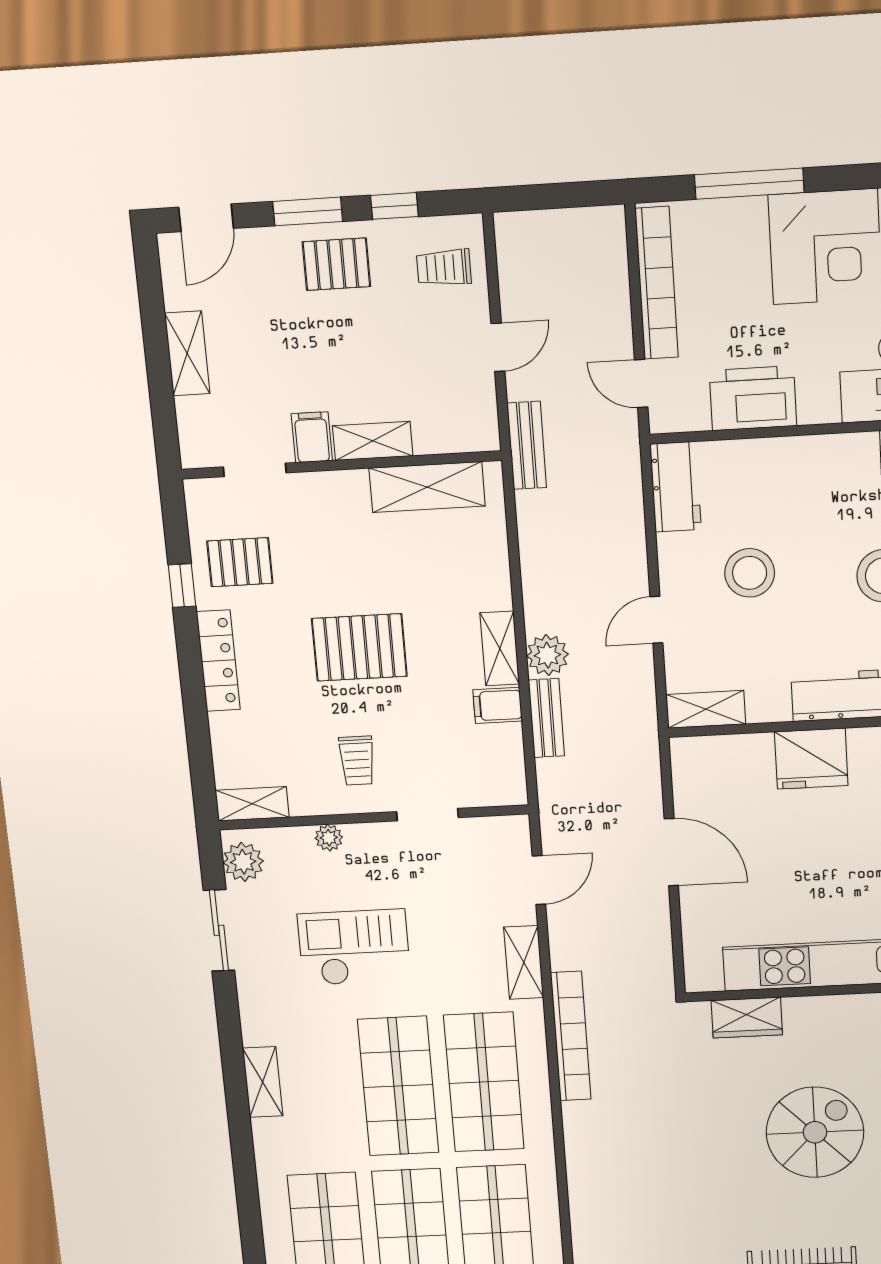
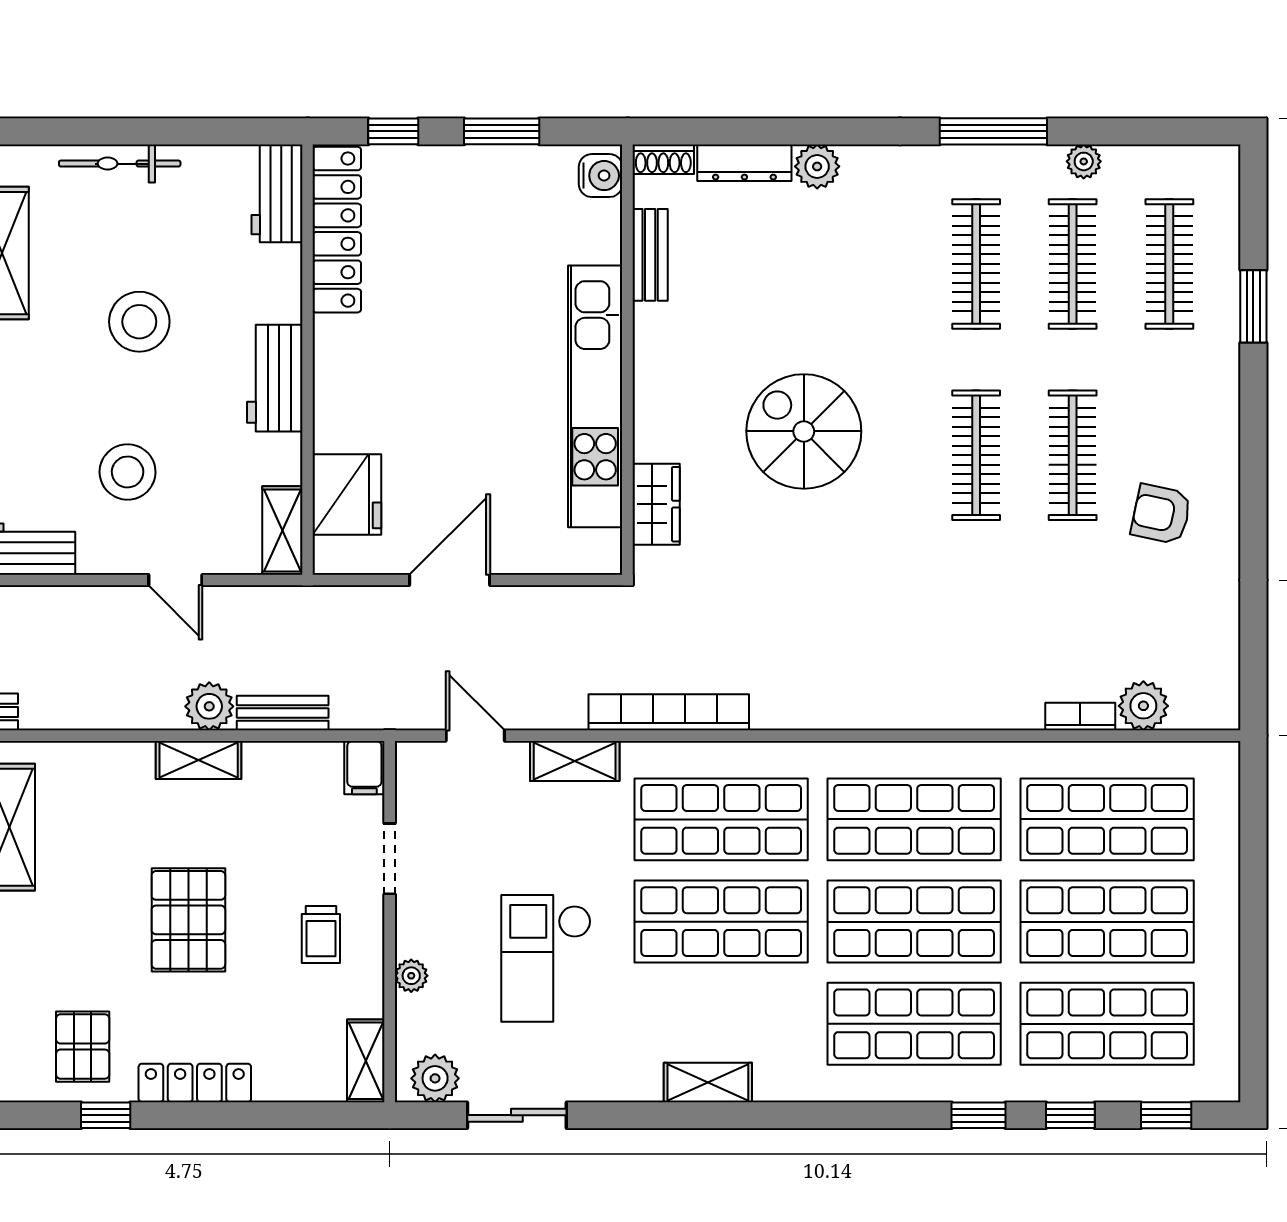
filing cabinet: (498, 705) -> (364, 768), moved
fridge: (811, 759) -> (347, 494), moved
trolley: (357, 761) -> (321, 935), turned 90

